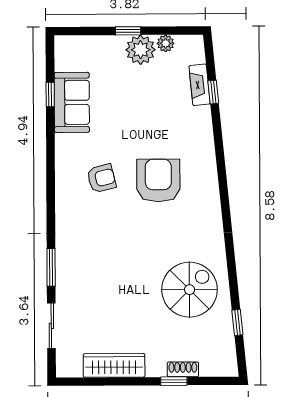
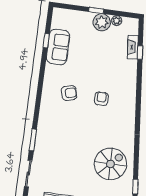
armchair: (158, 180) -> (101, 99), width x0.53, depth x0.53

